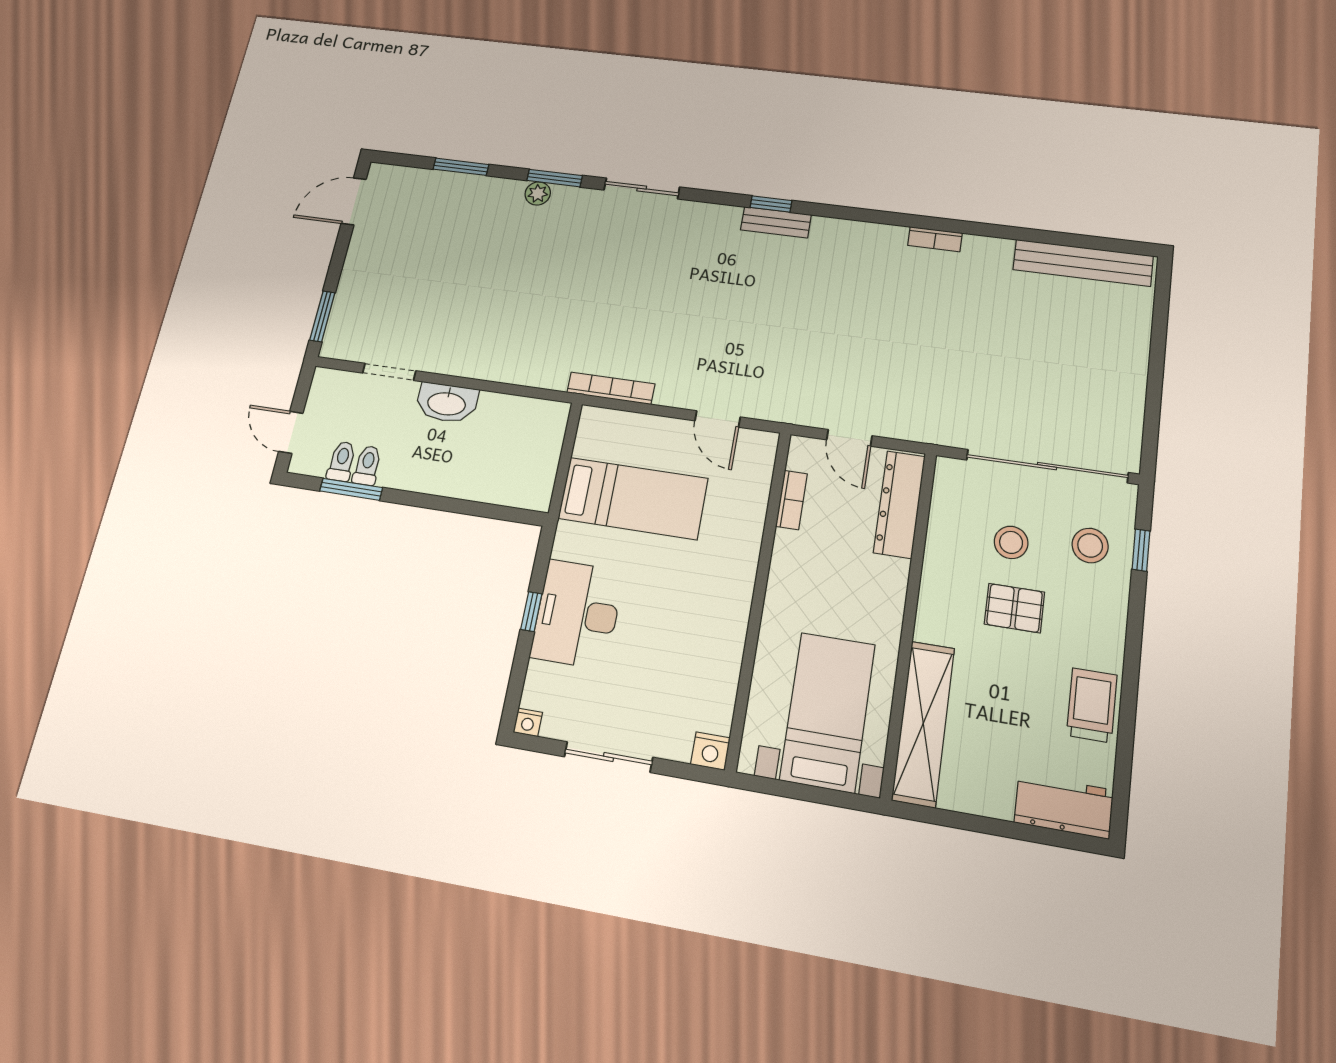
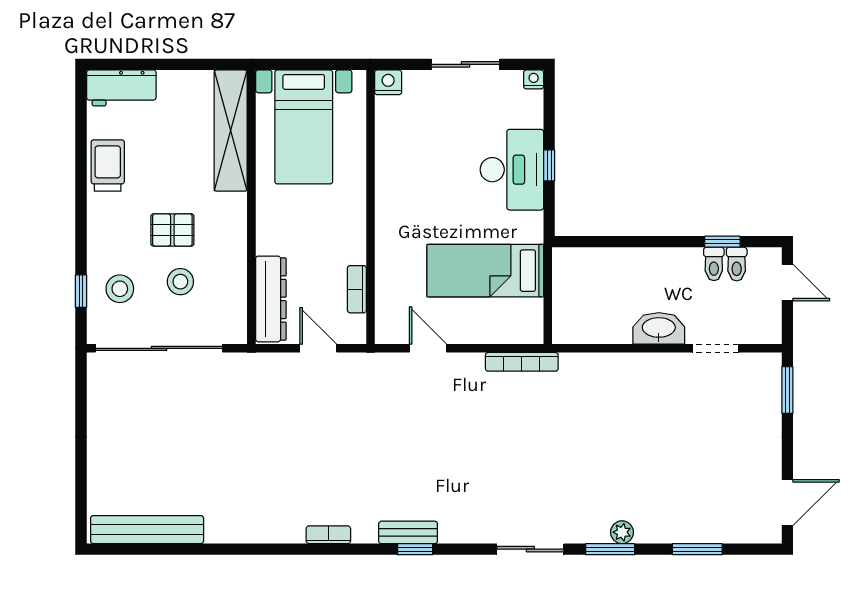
bookcase: (935, 239) -> (328, 535), moved
window: (351, 489) -> (722, 242), width x0.67
trolley: (1092, 705) -> (108, 165), turned 180

